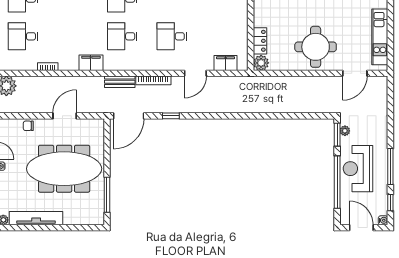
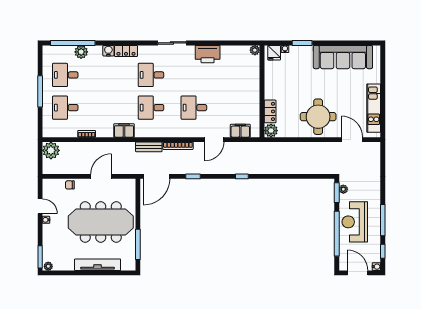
door: (355, 73) -> (352, 140), swing flipped
window: (227, 116) -> (242, 176), added
tv unit: (36, 218) -> (98, 265), moved

